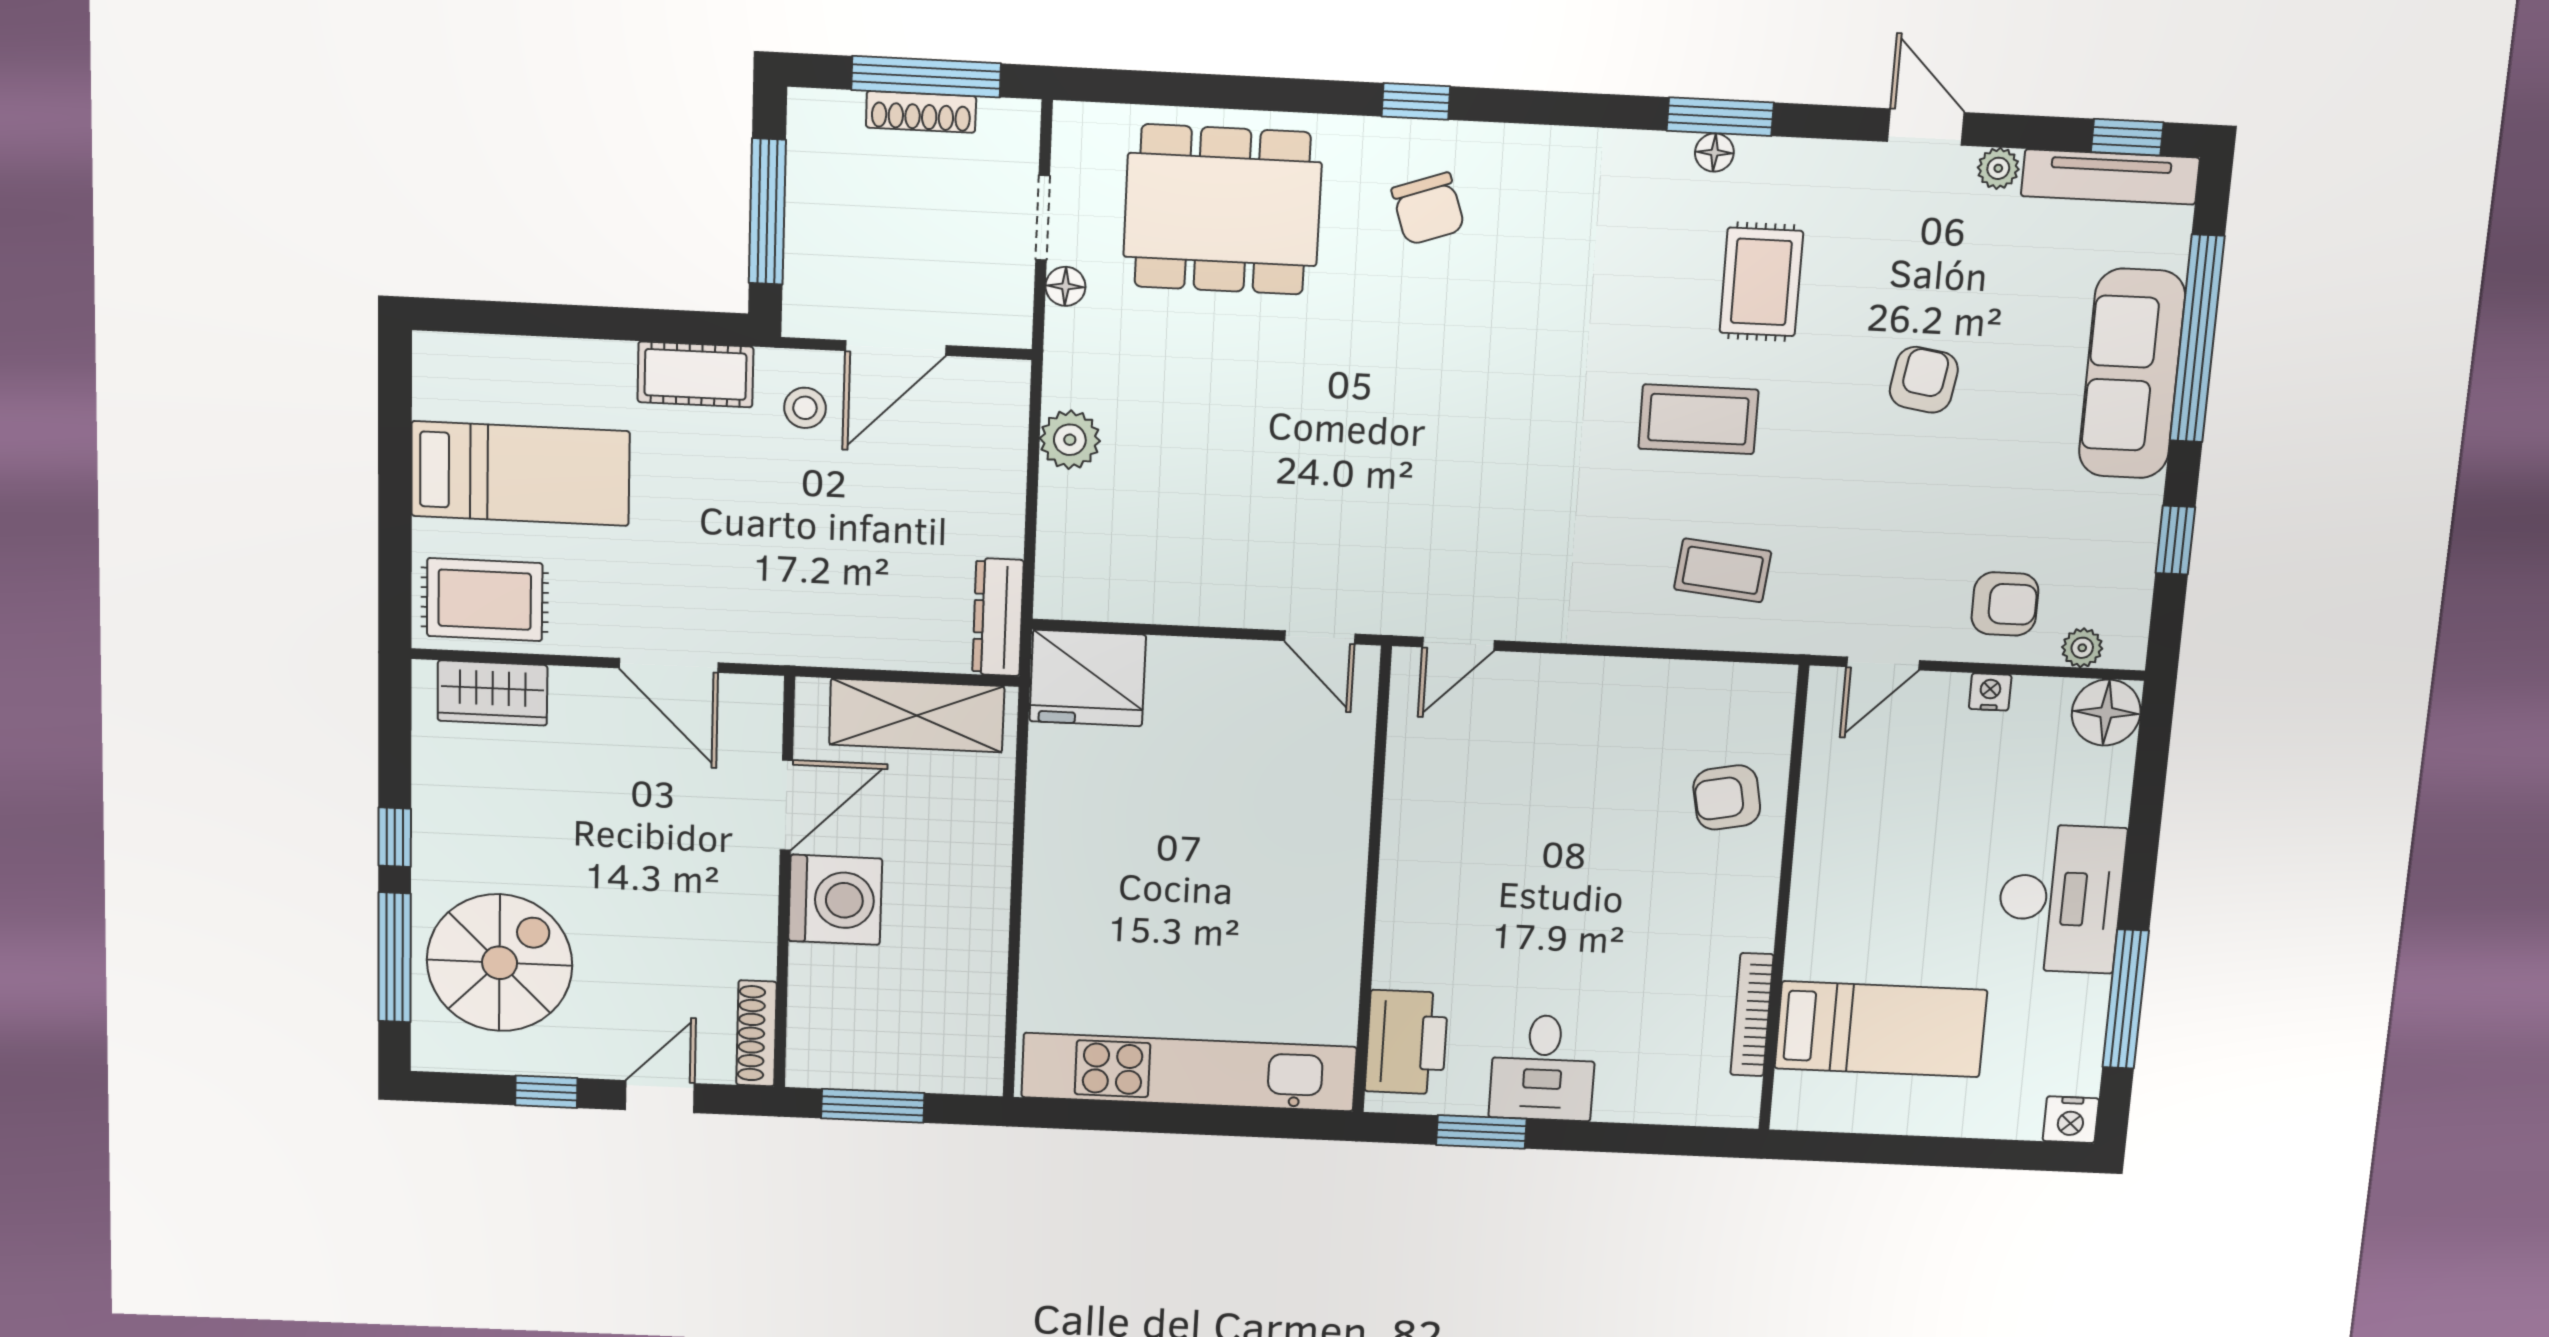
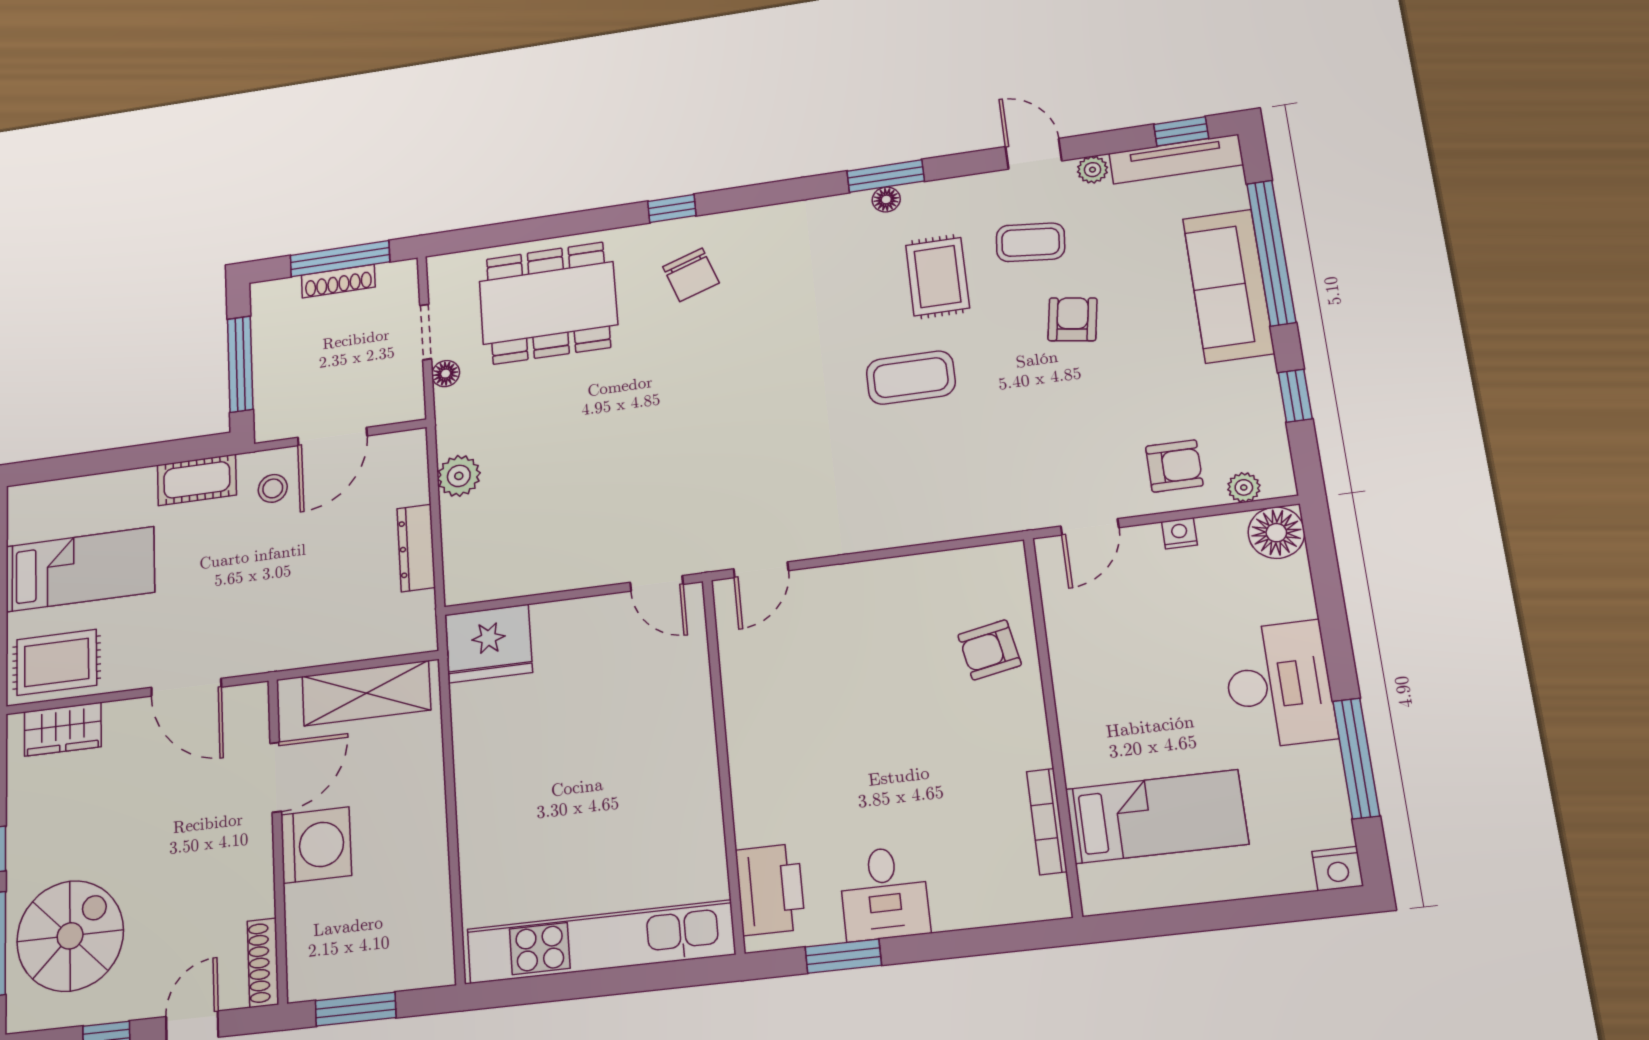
coffee table: (1723, 570) -> (1031, 242), moved
dresser: (998, 617) -> (416, 548), moved

